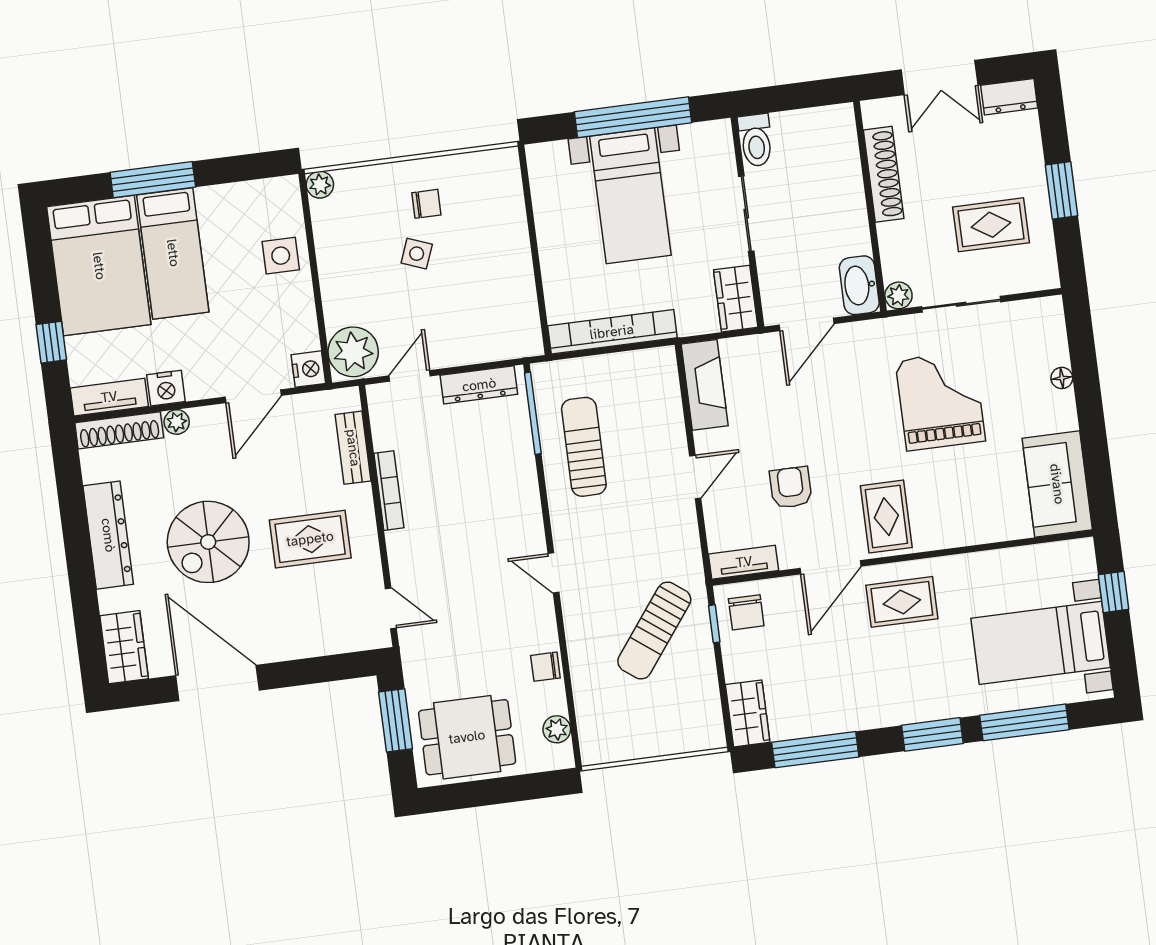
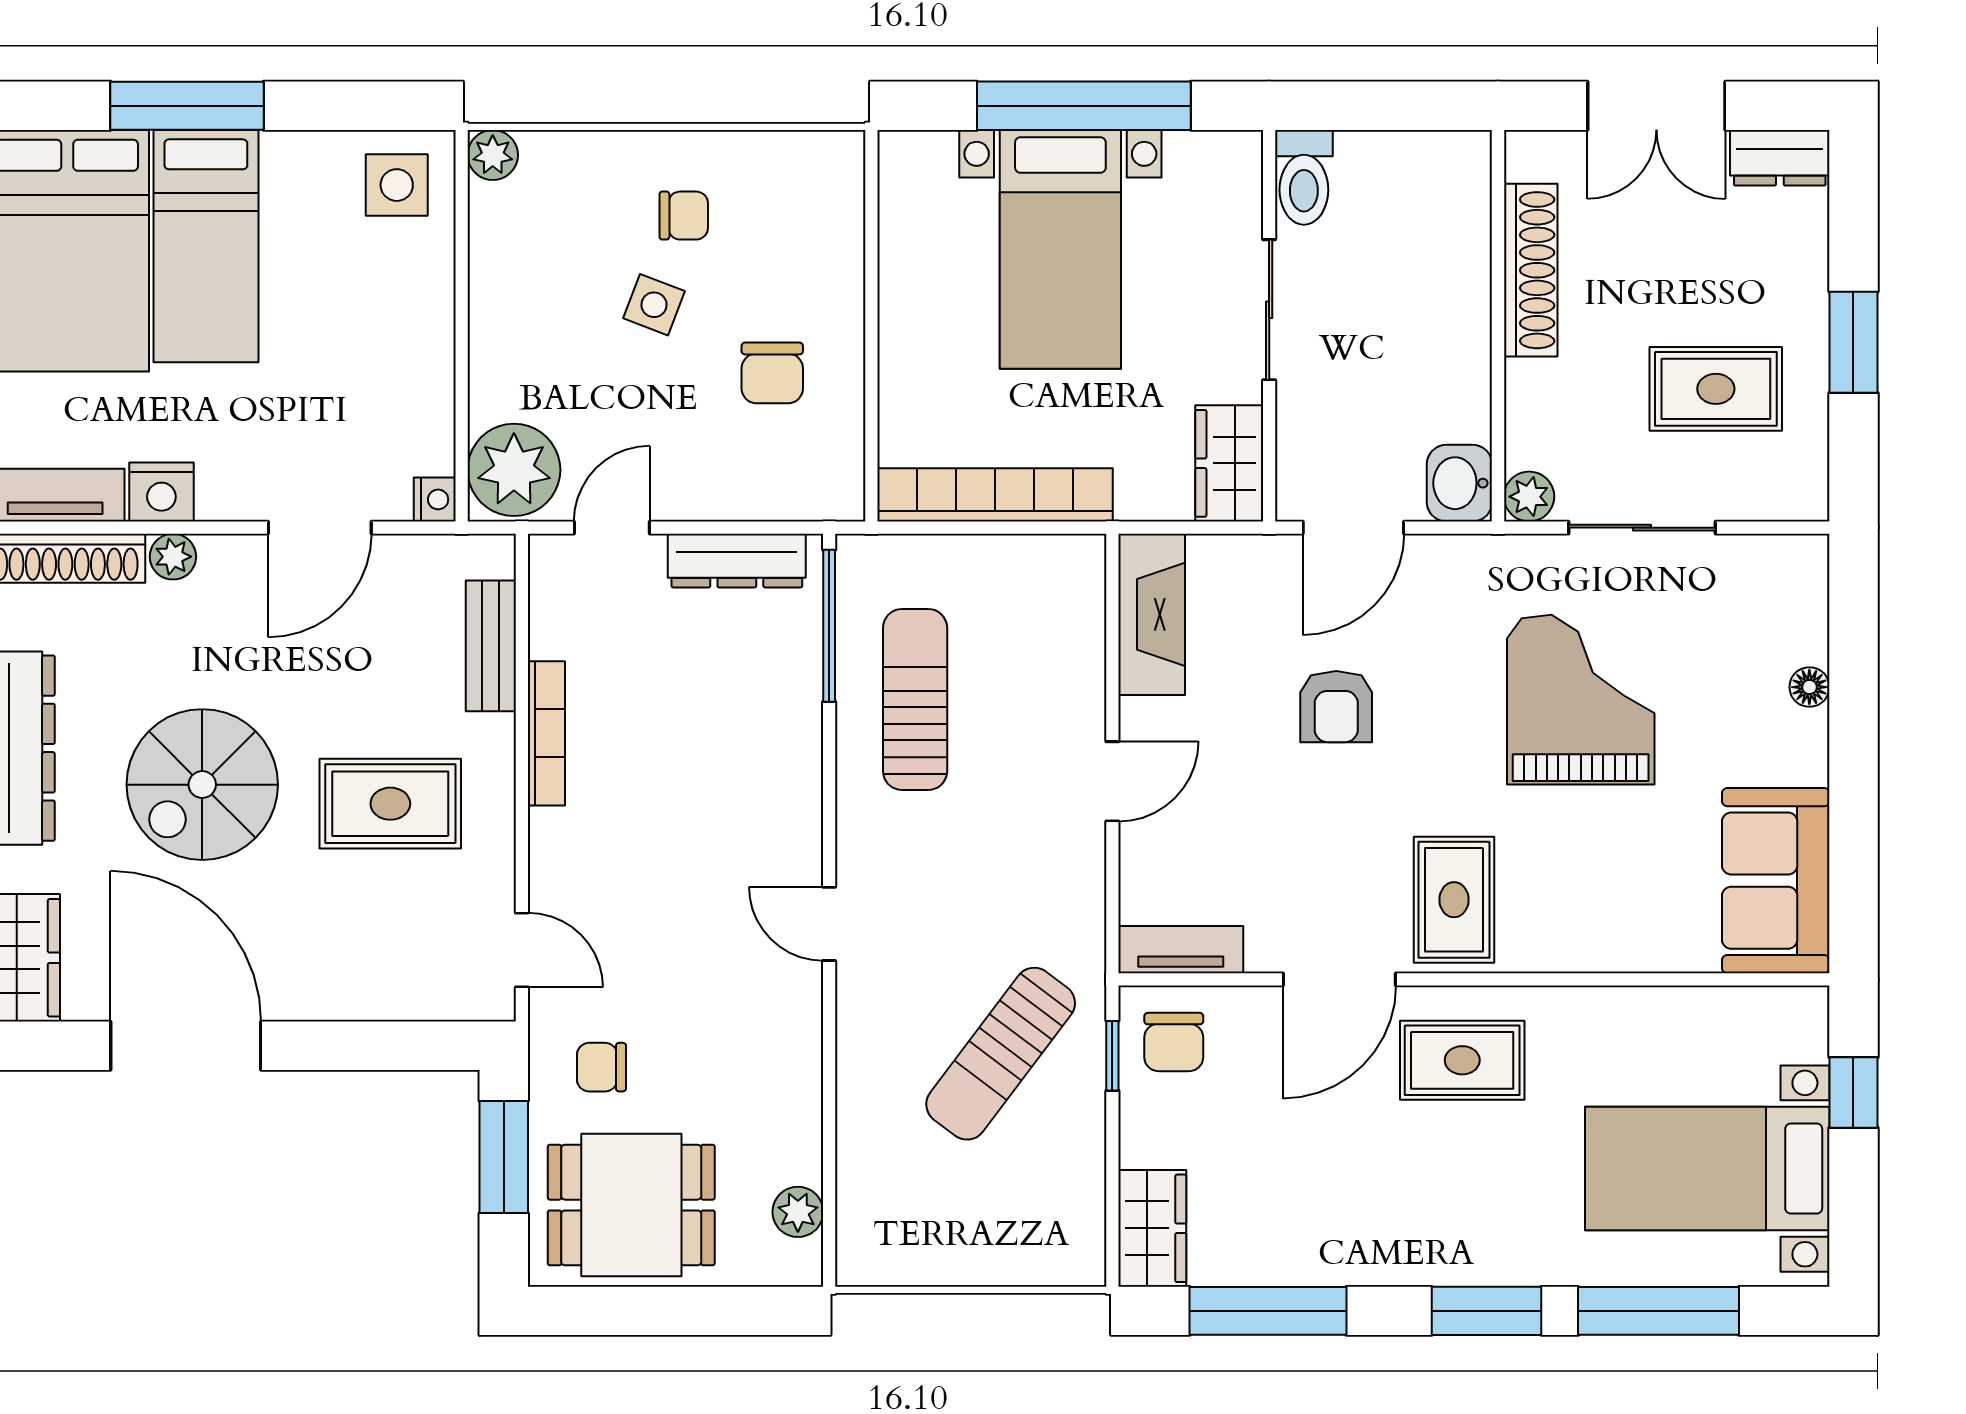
side table: (281, 256) -> (397, 185), moved
chair: (485, 282) -> (772, 373), added
washbasin: (859, 285) -> (1459, 483), width x0.72
nightstand: (308, 369) -> (435, 499), width x0.72, depth x0.74
armchair: (791, 487) -> (1336, 707), moved, turned 180
chair: (545, 667) -> (601, 1067), moved

